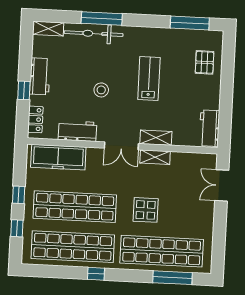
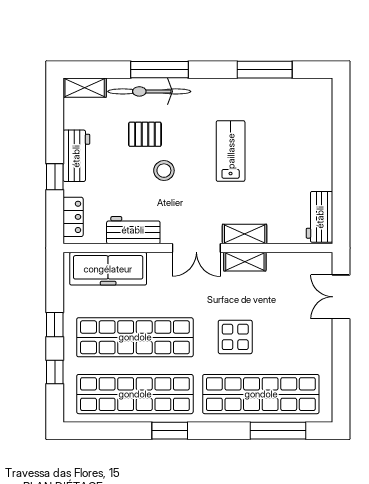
window: (190, 23) -> (265, 70), moved
pallet: (205, 62) -> (145, 134), moved, turned 90
window: (96, 274) -> (170, 431), width x1.50

